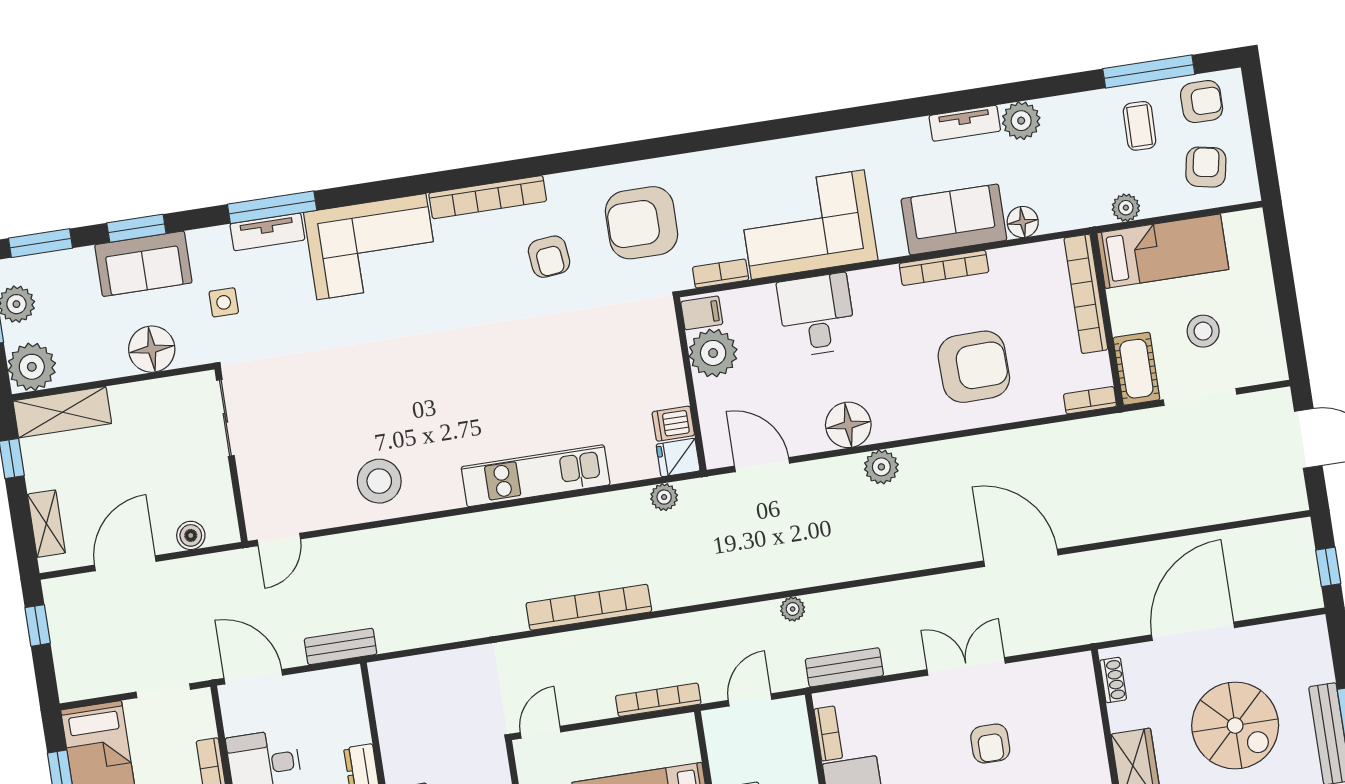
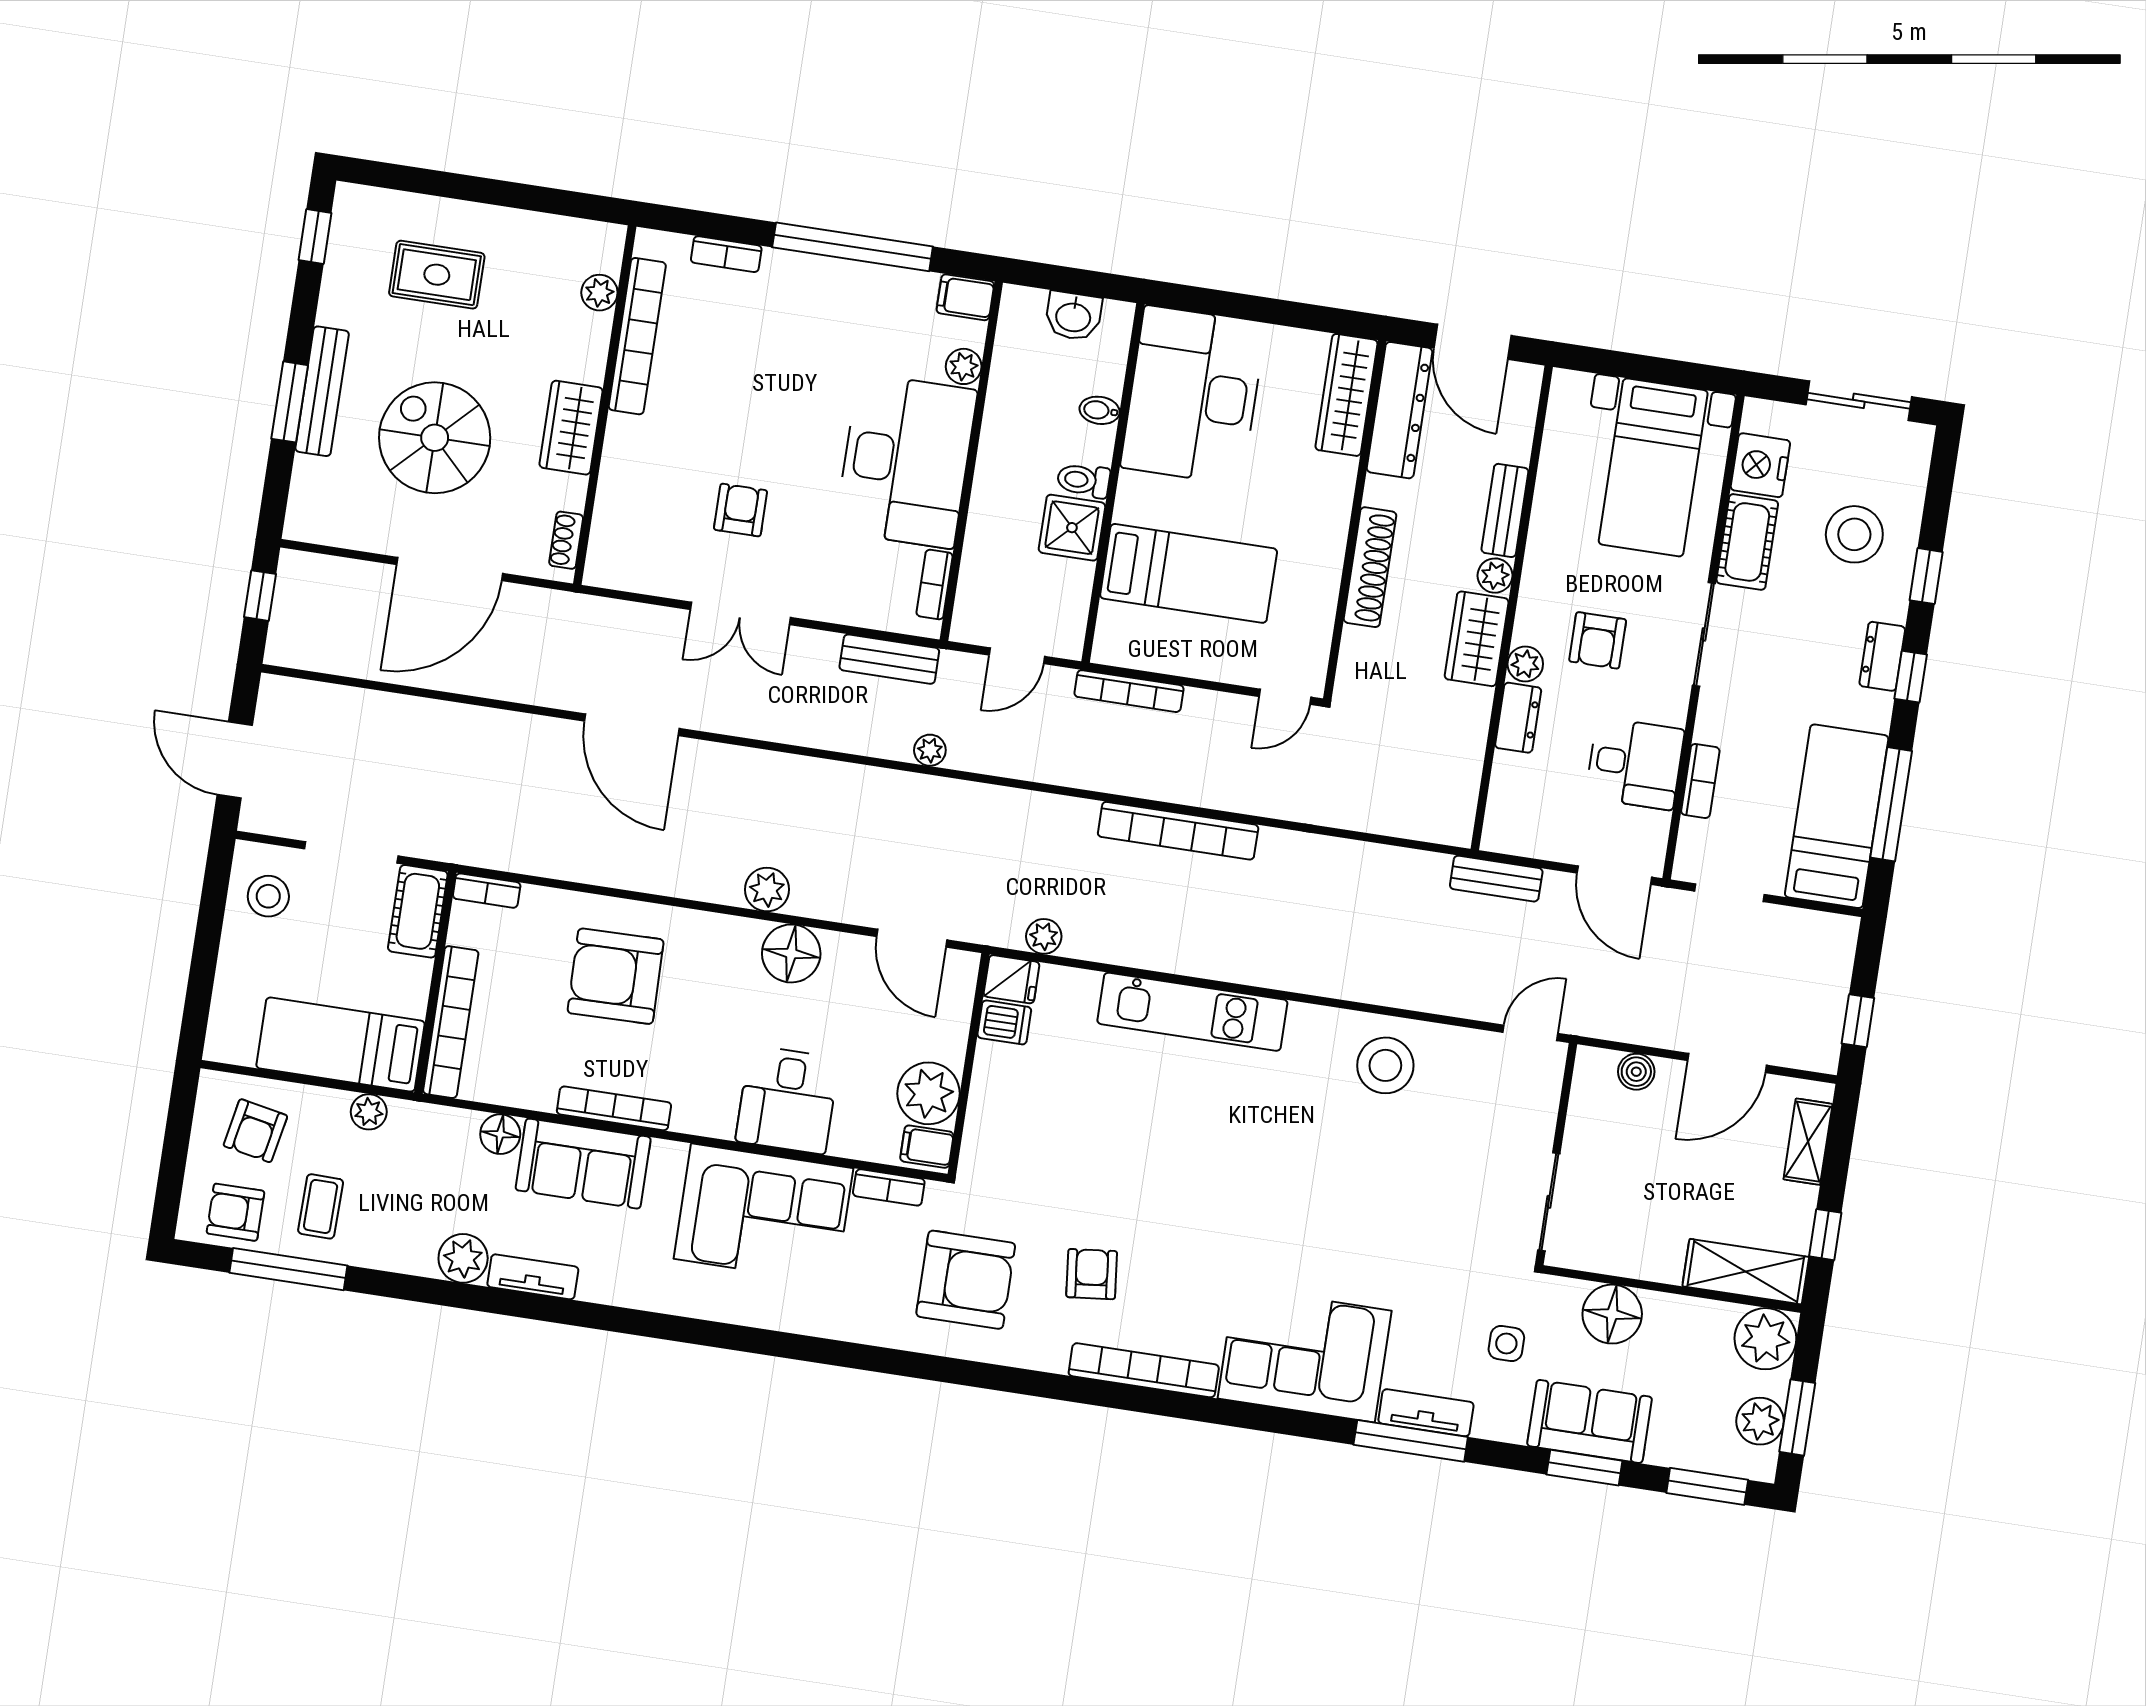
stool: (1203, 331) -> (268, 896), moved

